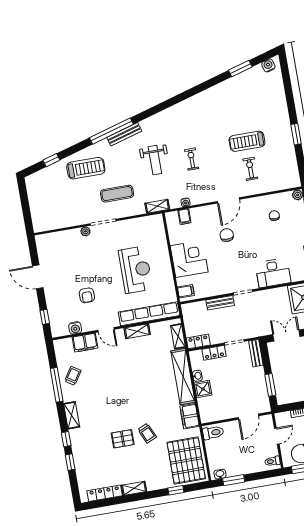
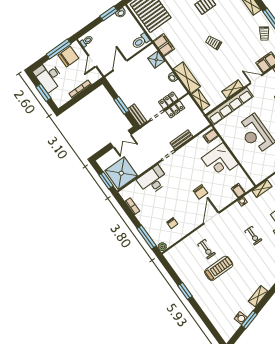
water cooler: (268, 65) -> (241, 318), moved
shelving: (218, 90) -> (258, 296), added
locker: (198, 341) -> (175, 109), moved
shelving: (183, 377) -> (187, 78), width x0.68
window: (270, 385) -> (121, 105), moved
shower: (203, 389) -> (156, 60), moved
trolley: (147, 433) -> (213, 43), moved

